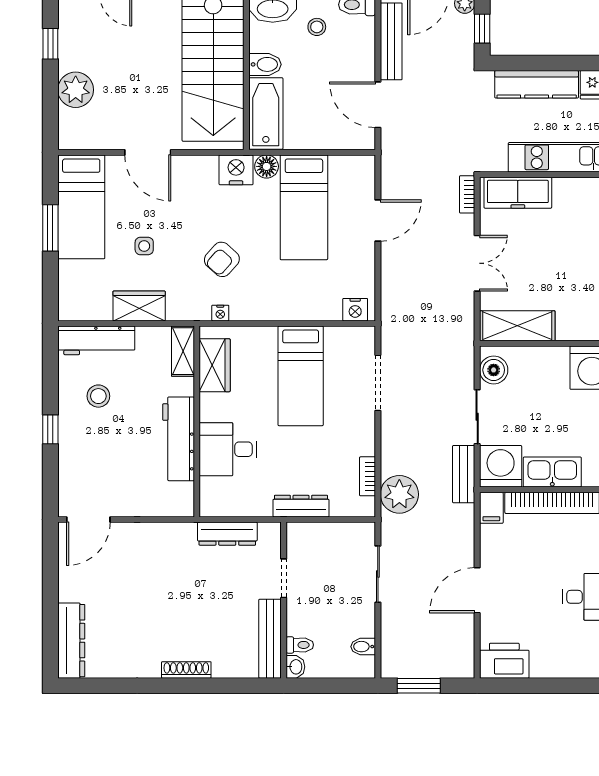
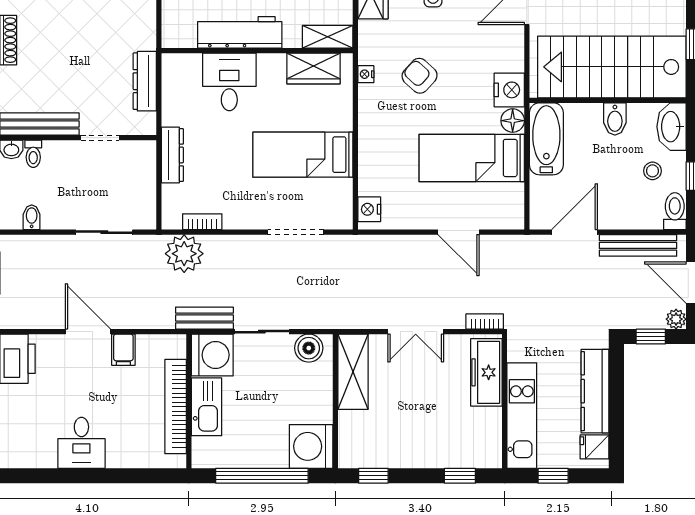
bathtub: (266, 114) -> (546, 139), moved, turned -90
filing cabinet: (491, 508) -> (123, 350), moved, turned -90

